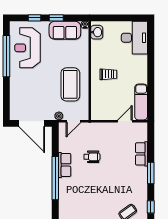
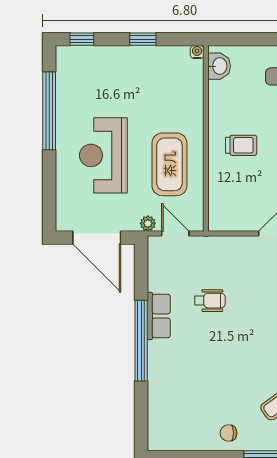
window: (35, 18) -> (82, 39), moved
sofa: (65, 30) -> (159, 62), removed
reception desk: (27, 48) -> (103, 155), moved
door: (73, 121) -> (175, 233), swing flipped

